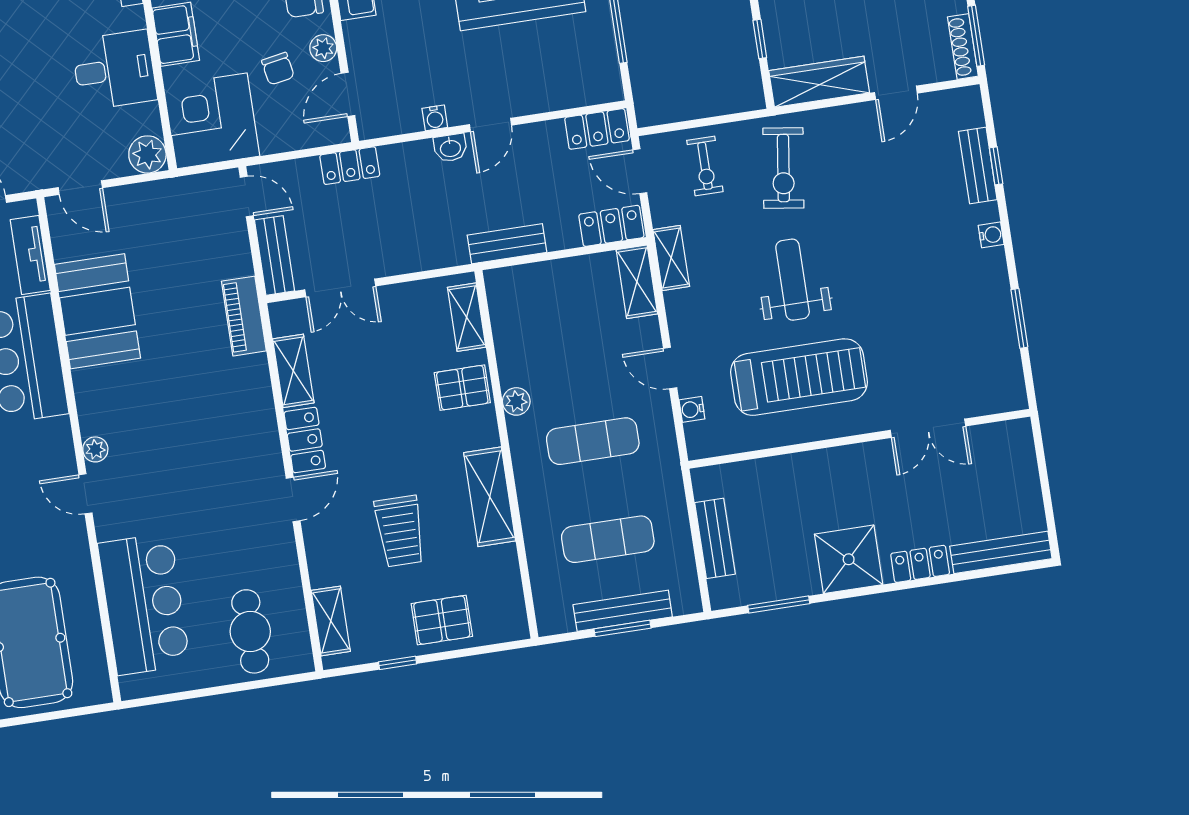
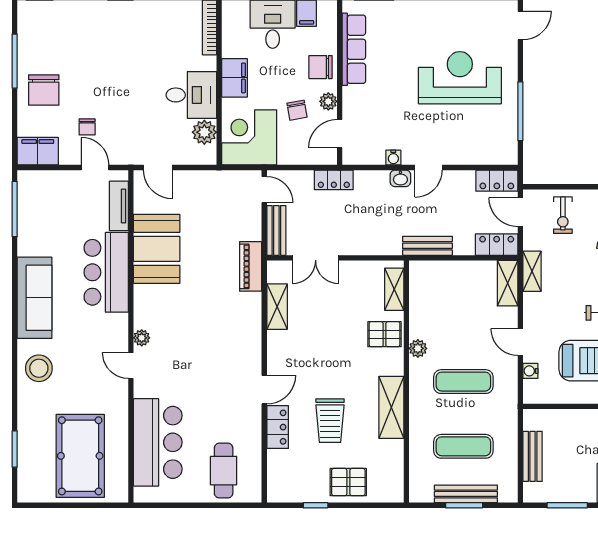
plant: (147, 154) -> (204, 132), moved
locker: (305, 440) -> (278, 427), moved
shelving: (331, 621) -> (277, 472), removed

